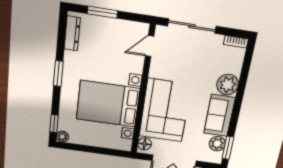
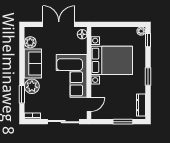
corner sofa: (165, 110) -> (72, 76), moved
window: (228, 148) -> (22, 94), moved

